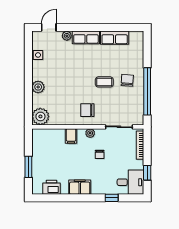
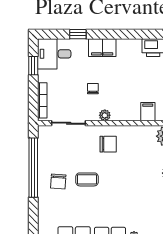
filing cabinet: (71, 136) -> (148, 112), moved
filing cabinet: (80, 187) -> (102, 48), moved

